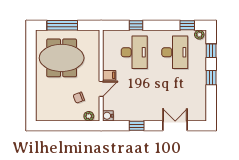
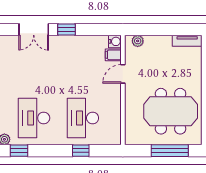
filing cabinet: (109, 75) -> (113, 55), moved
chair: (79, 98) -> (150, 63), removed
tv unit: (48, 116) -> (187, 41), added
window: (137, 126) -> (66, 29), moved

